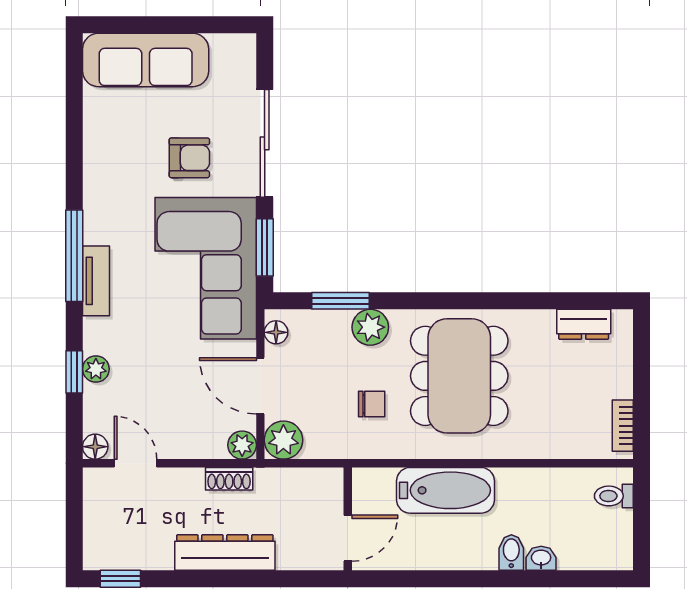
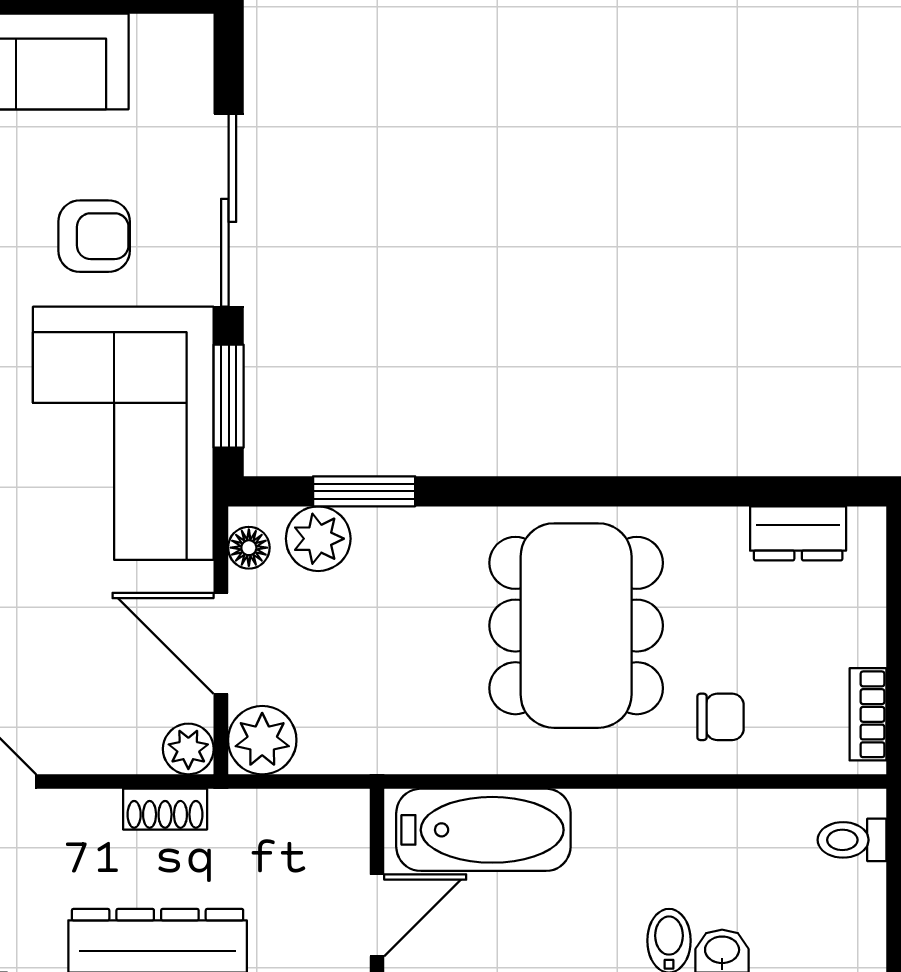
plant: (370, 327) -> (318, 539), moved
chair: (372, 404) -> (721, 717), moved
bathtub: (445, 490) -> (483, 830), moved

